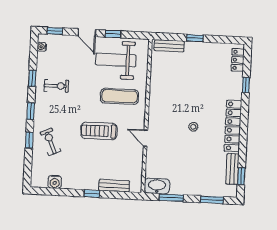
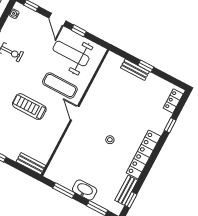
bench: (169, 46) -> (135, 70), moved
door: (146, 138) -> (75, 113), moved
bench: (114, 186) -> (31, 164), moved
washbasin: (157, 186) -> (85, 190), moved

